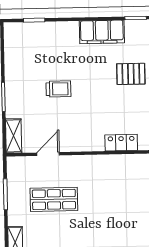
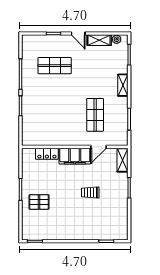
filing cabinet: (102, 32) -> (75, 156), moved, turned 180
shop shelf: (54, 199) -> (95, 115), turned 90

